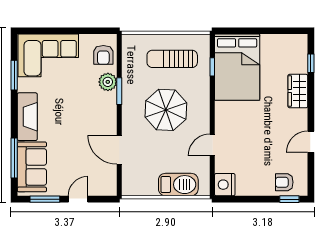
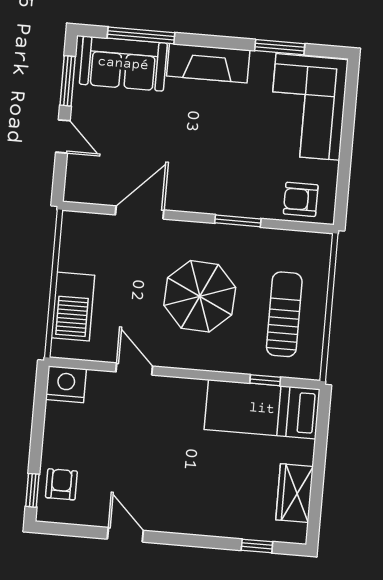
bed: (237, 67) -> (262, 409), width x0.67
plant: (108, 82) -> (255, 203), removed
wardrobe: (298, 91) -> (295, 493), moved, turned -90

